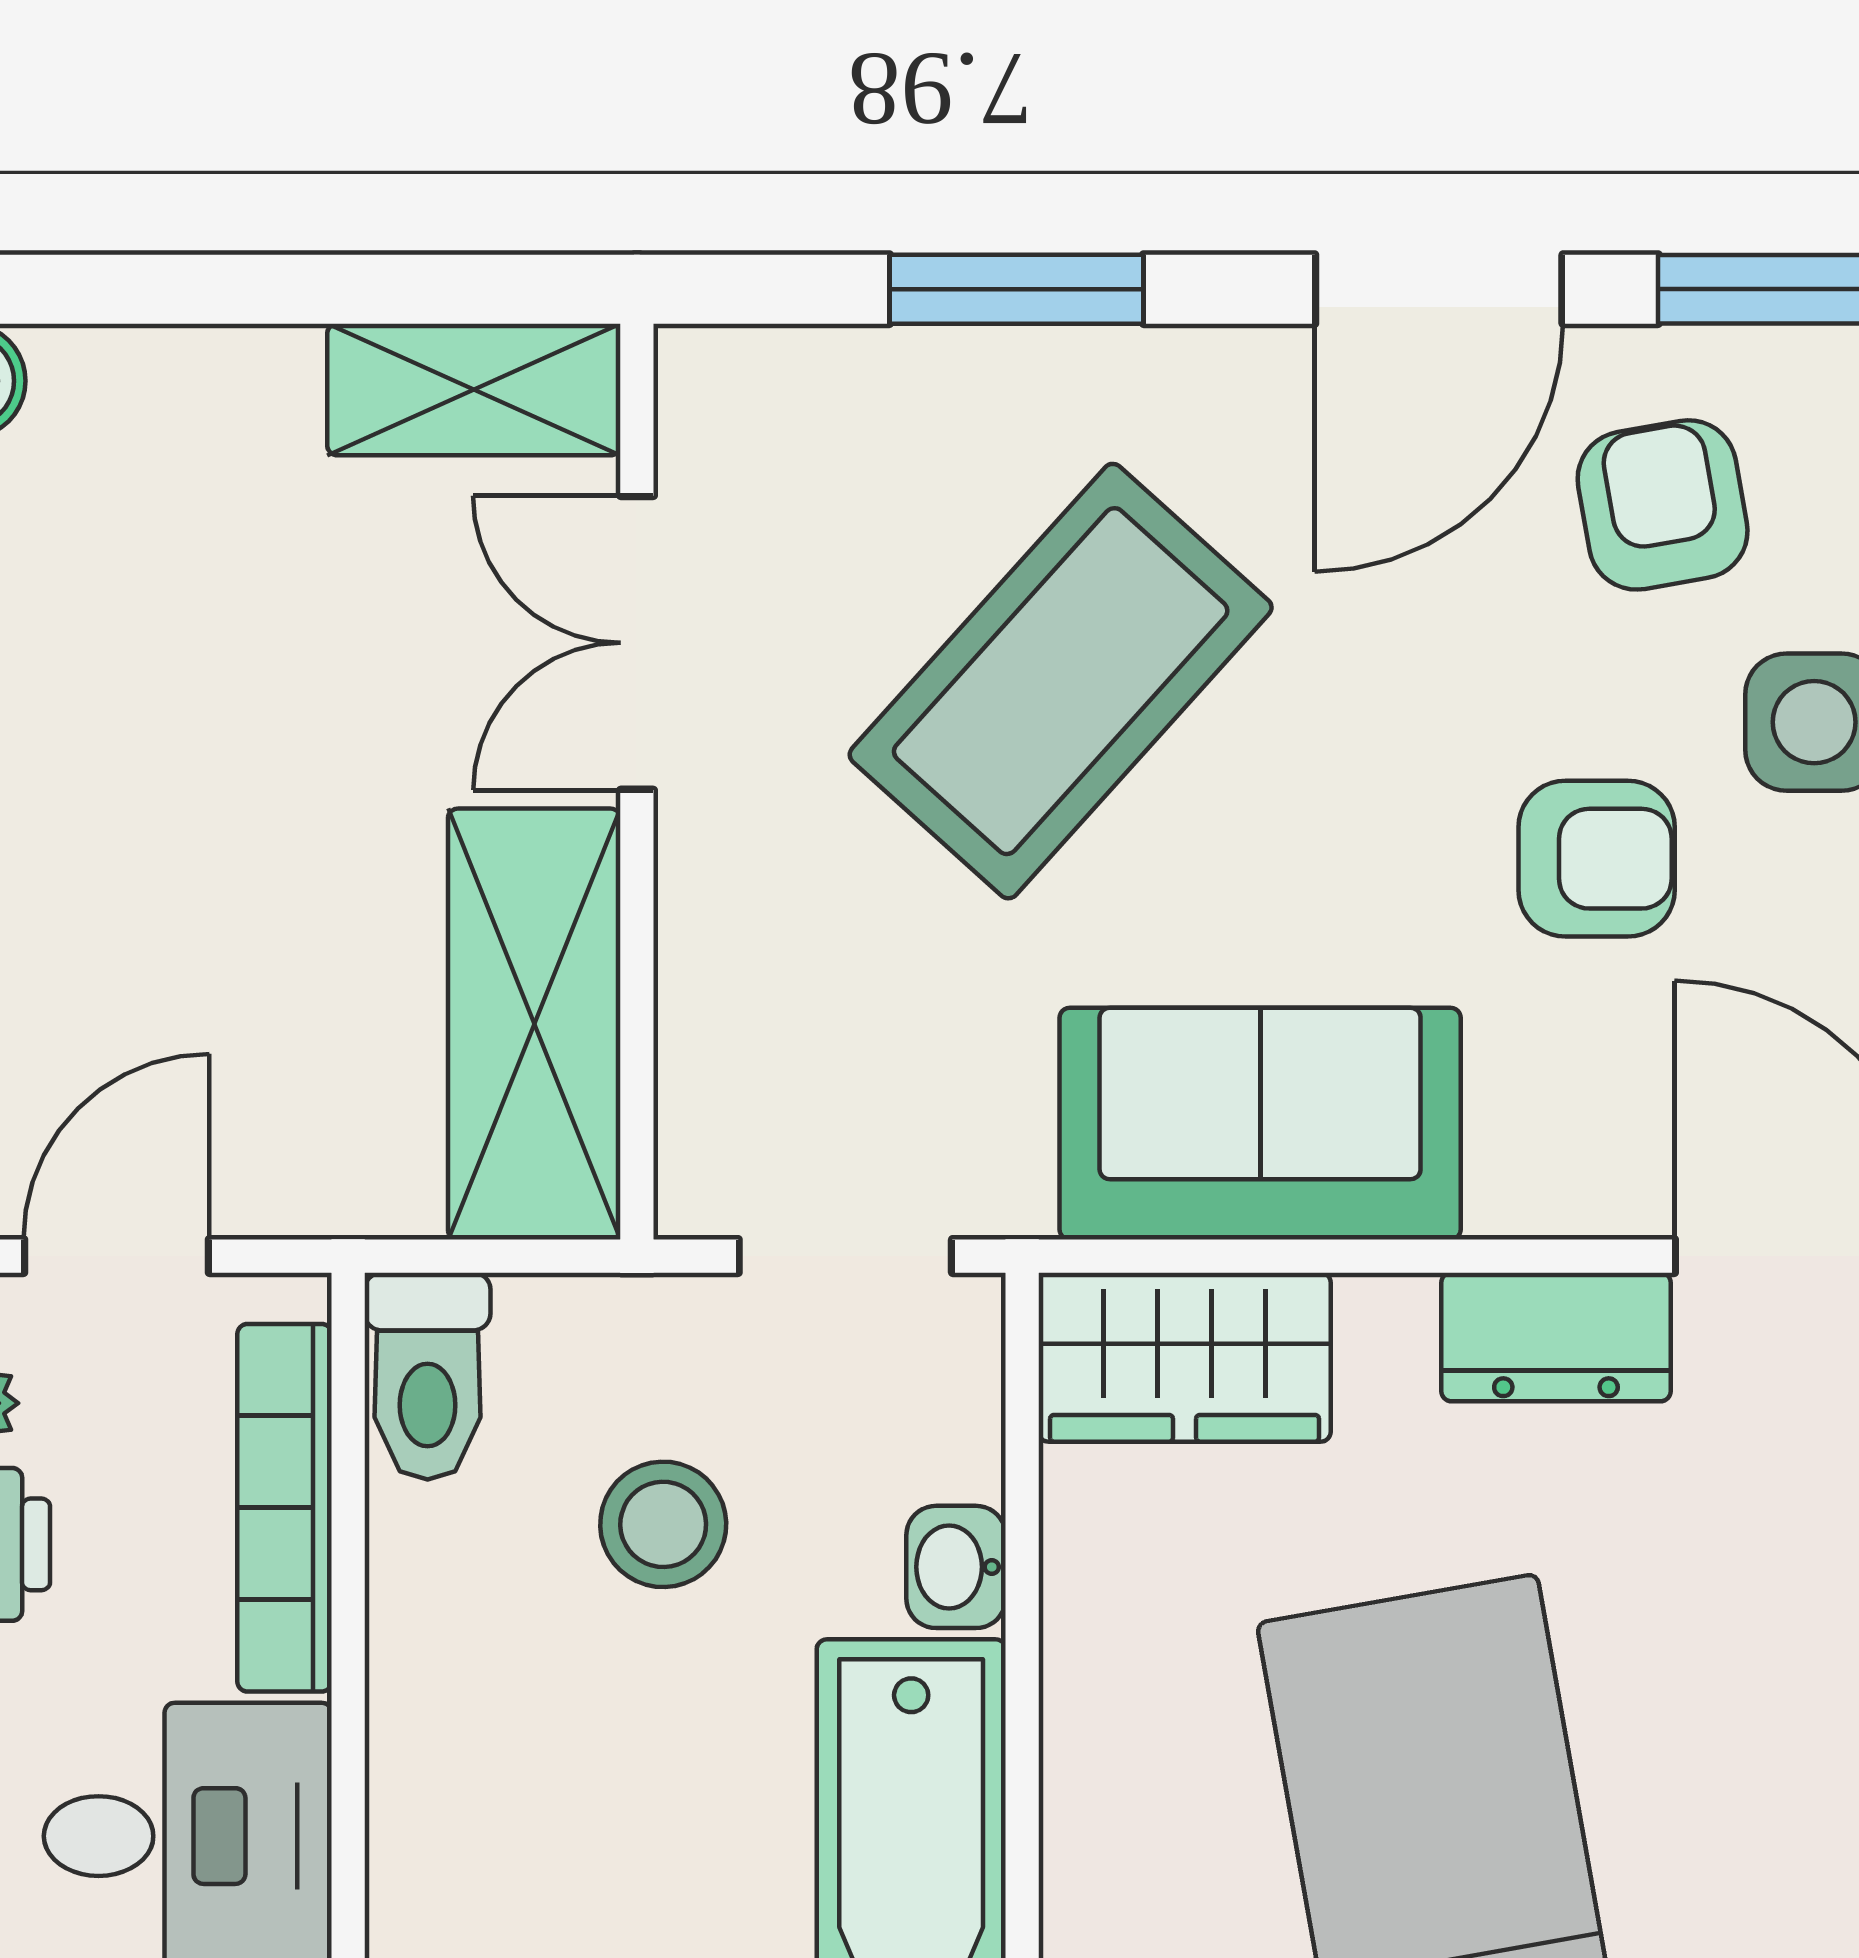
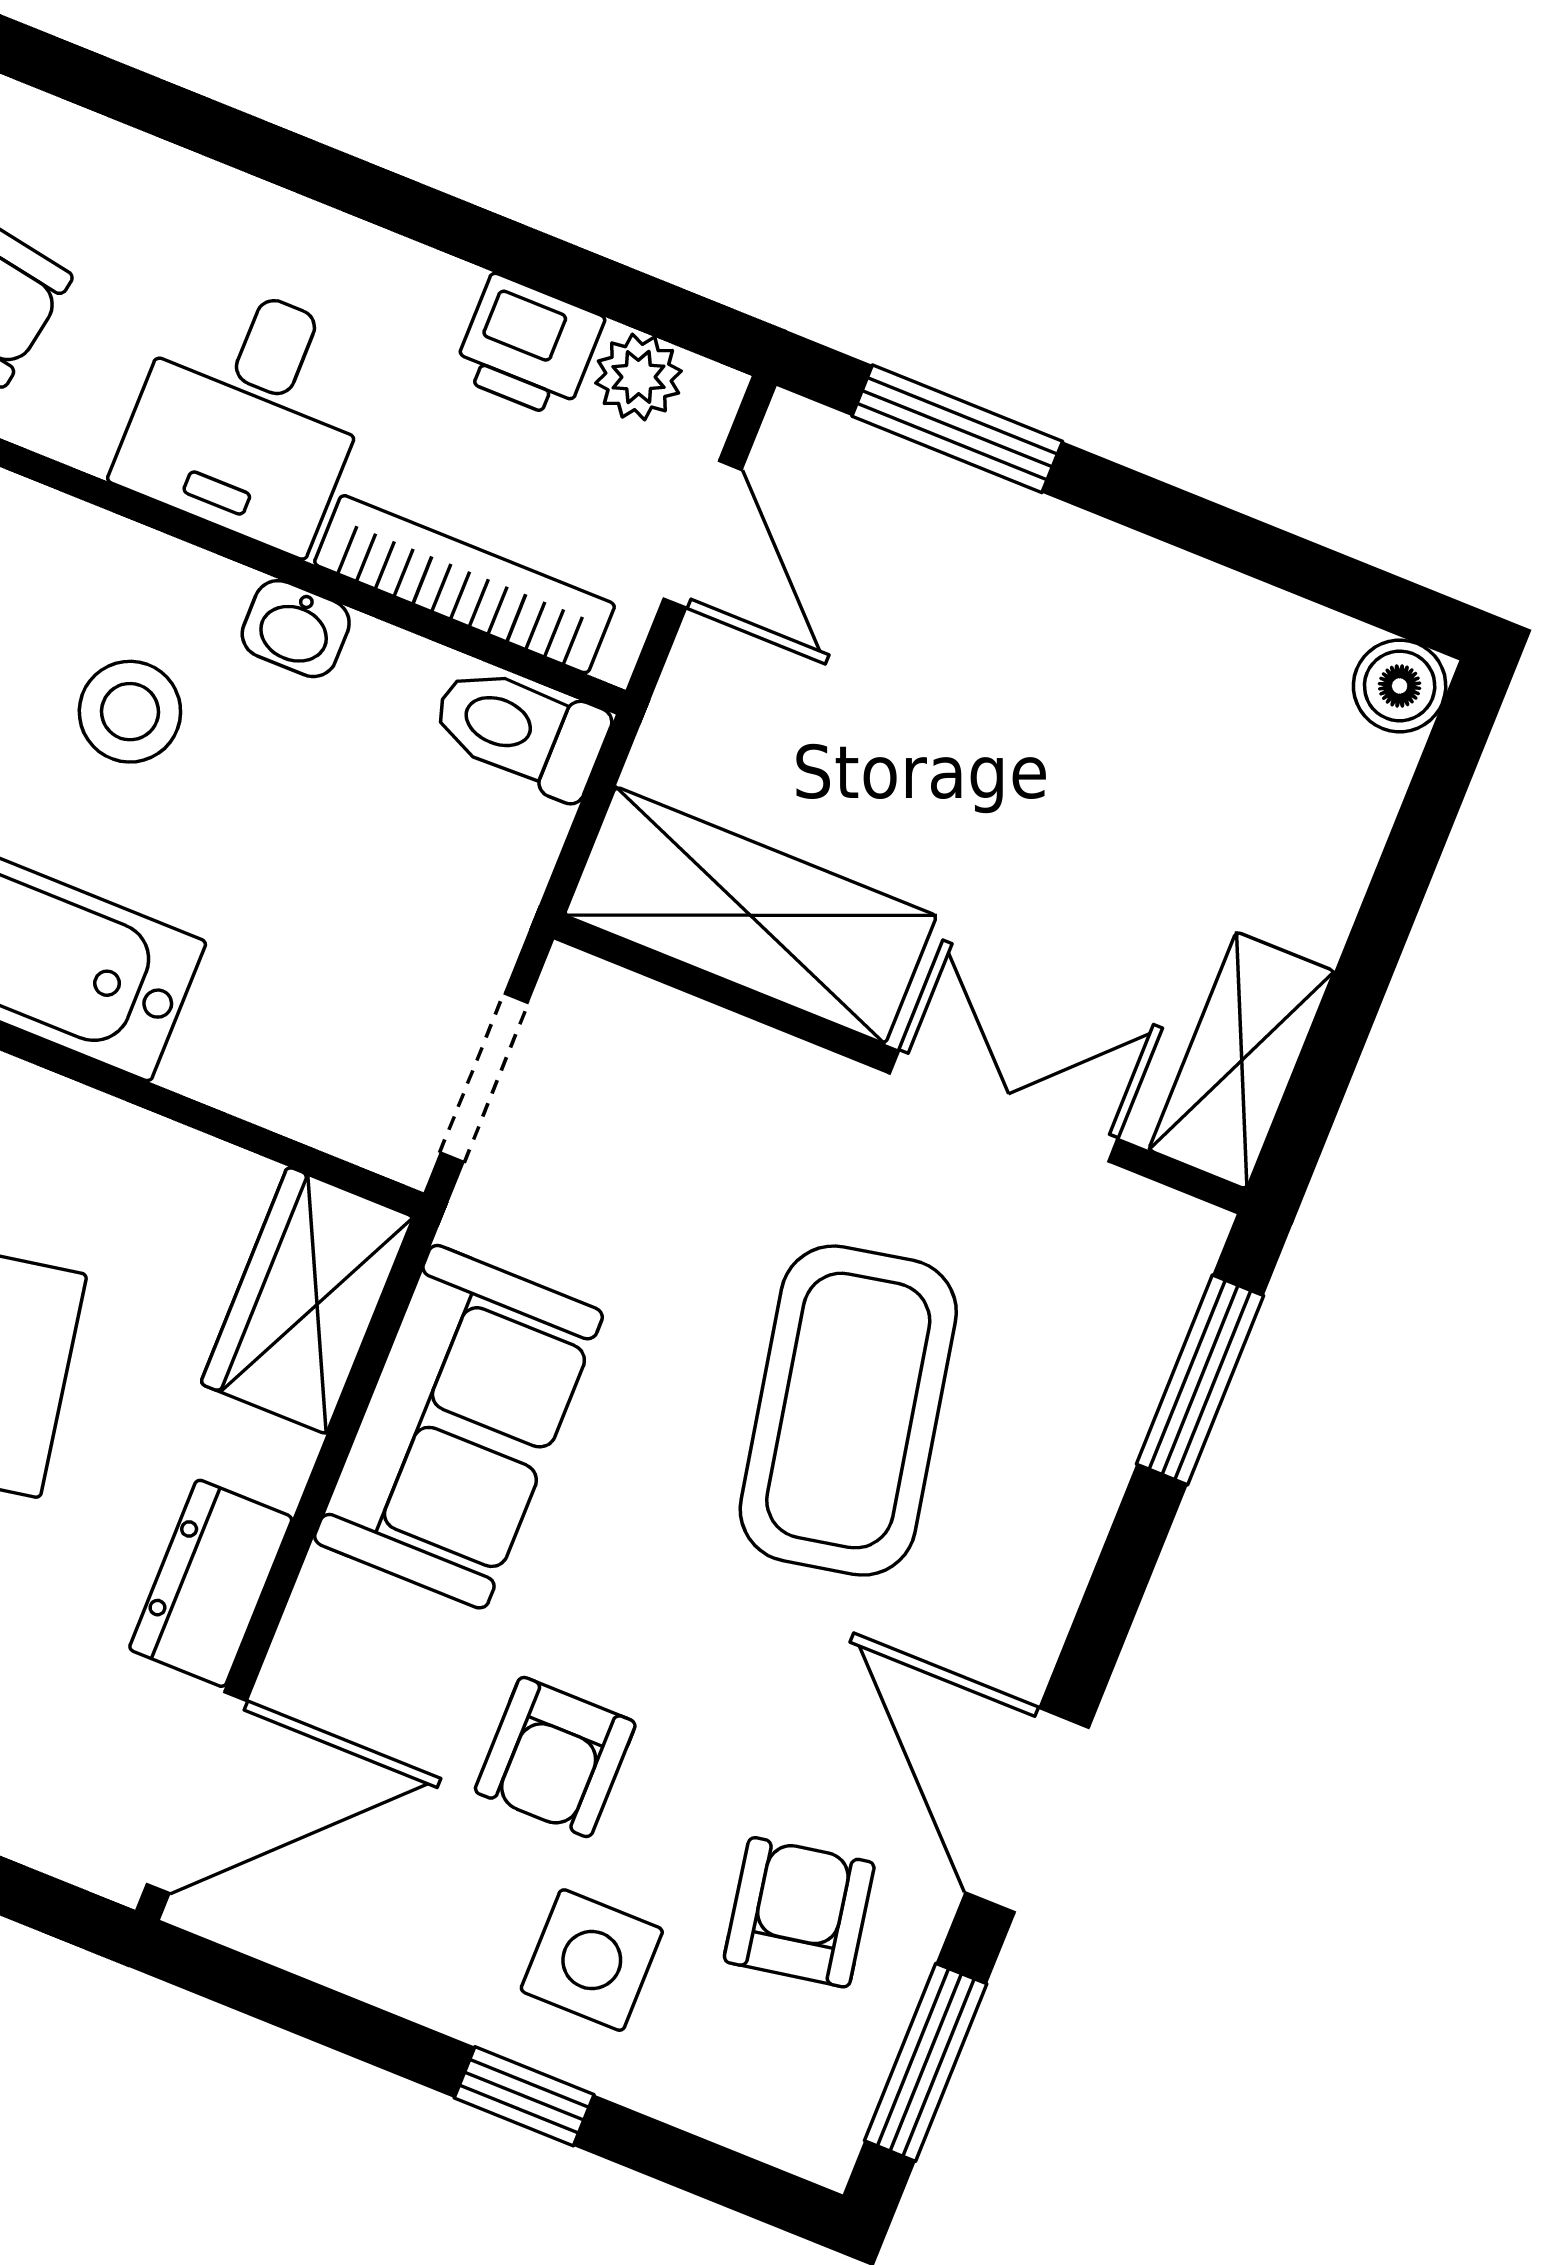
window: (1017, 289) -> (1200, 1380), moved
armchair: (1663, 505) -> (799, 1912), turned -90
coffee table: (1061, 681) -> (848, 1411), turned 37
stool: (663, 1524) -> (130, 712), moved
washbasin: (956, 1567) -> (296, 629), moved, turned 180

